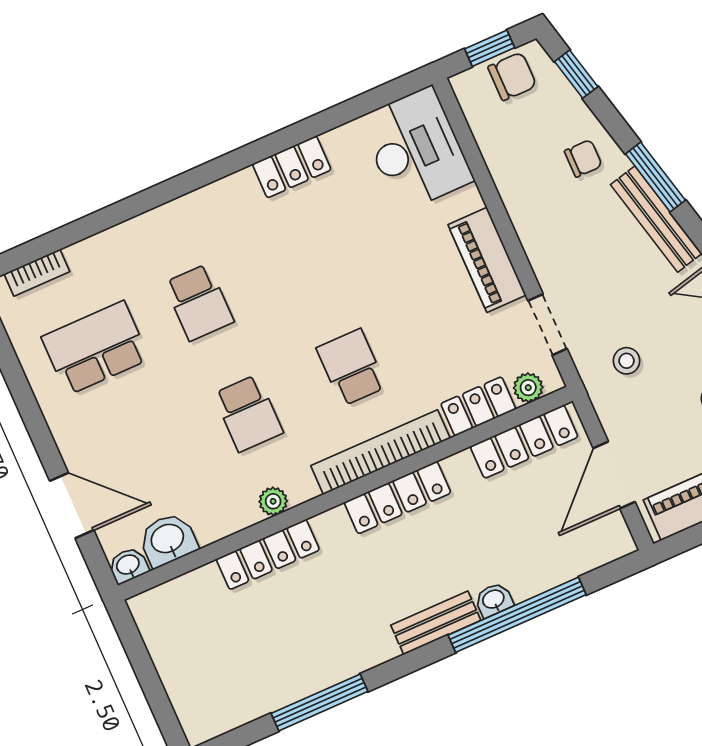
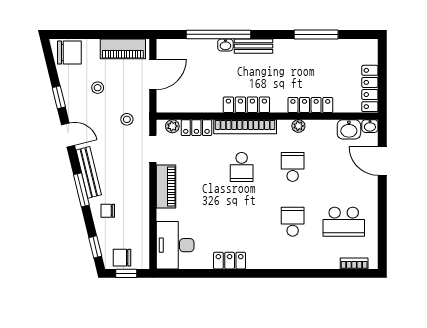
locker: (524, 442) -> (370, 88), moved, turned -90

